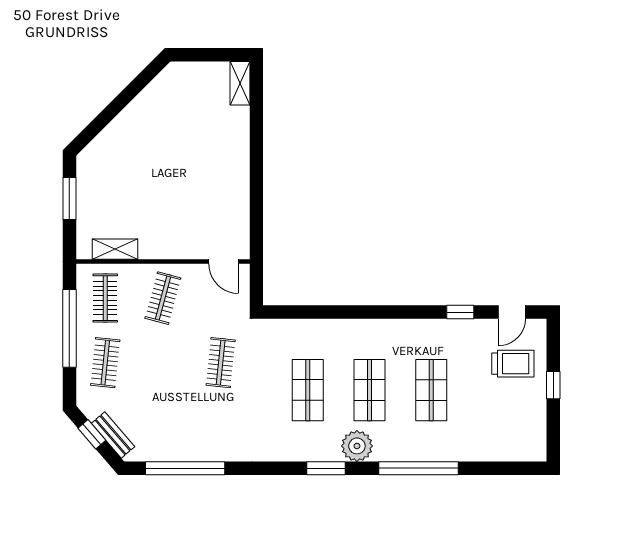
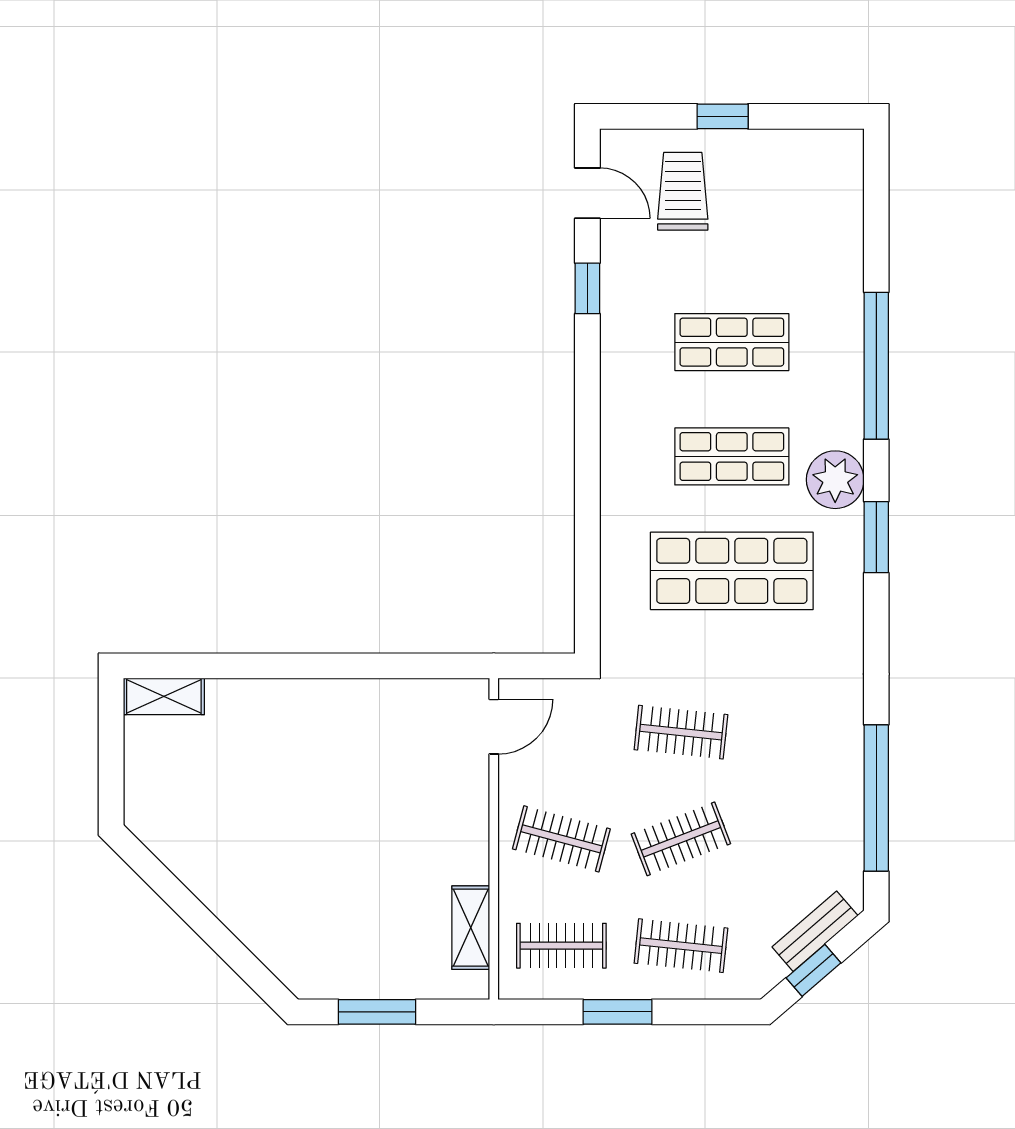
window: (69, 328) -> (618, 1012), width x0.47
clothes rail: (163, 363) -> (681, 839), added
shop shelf: (308, 390) -> (732, 571), width x1.43, depth x1.36

